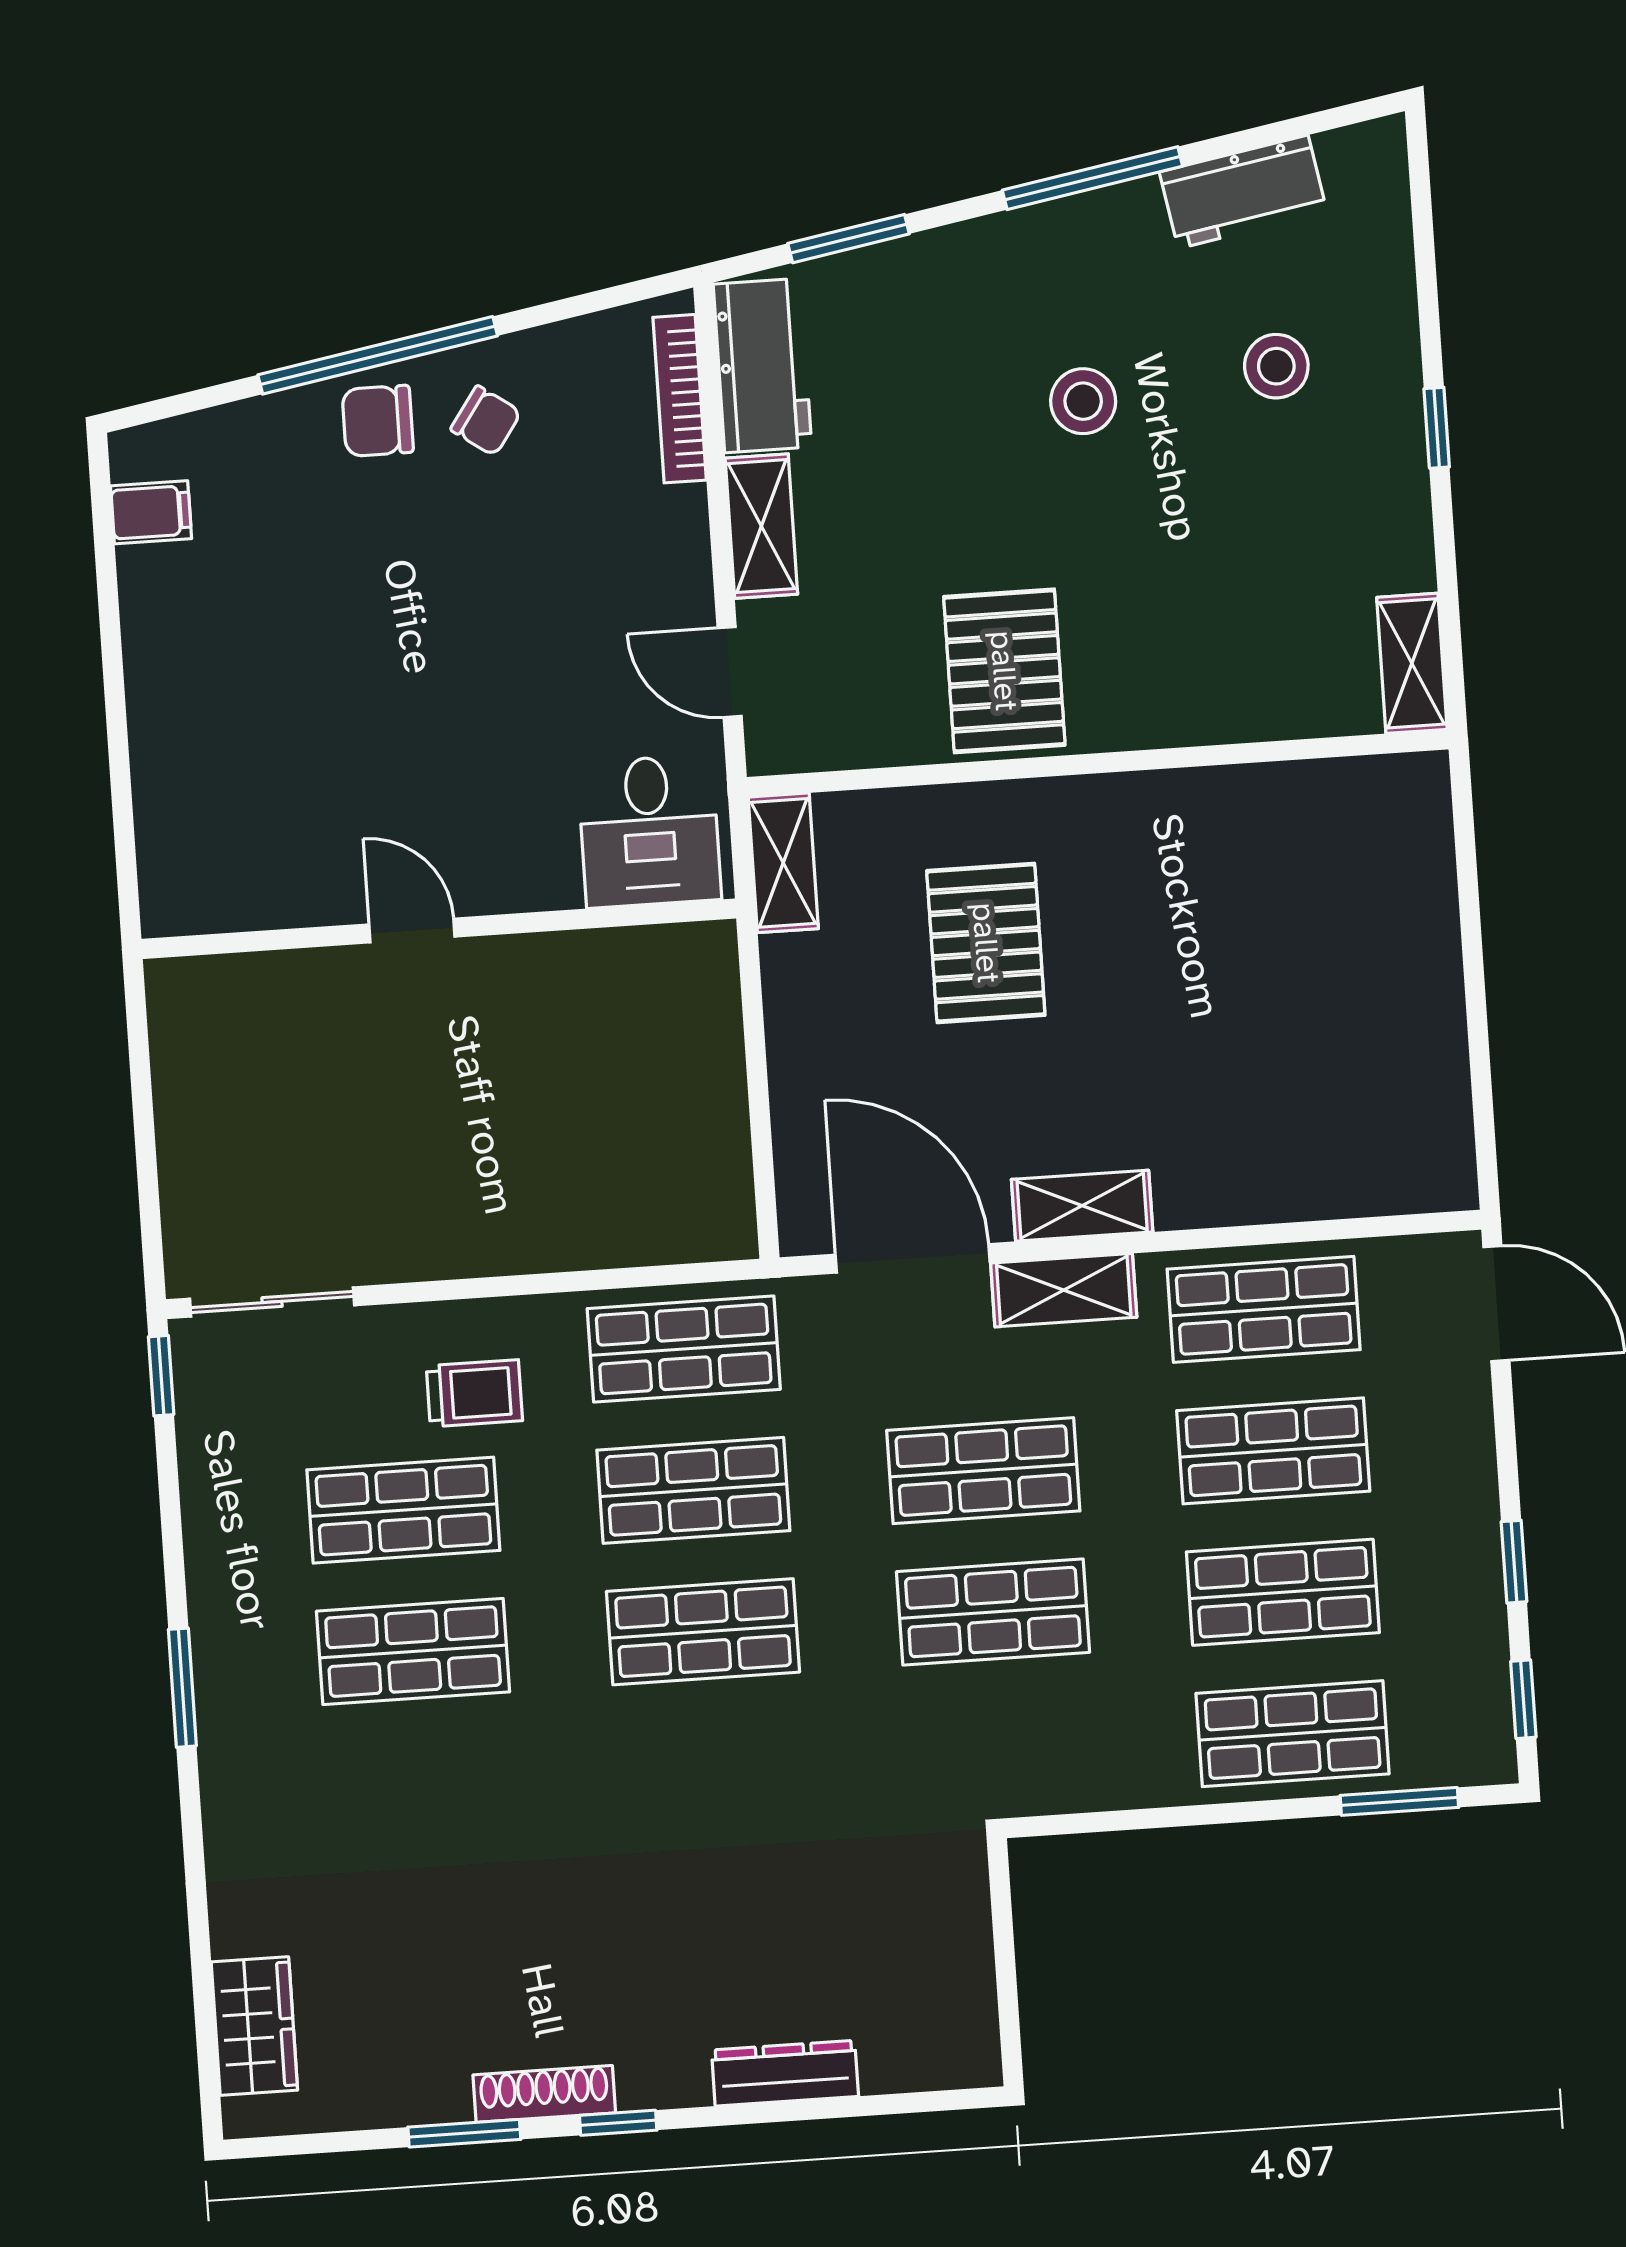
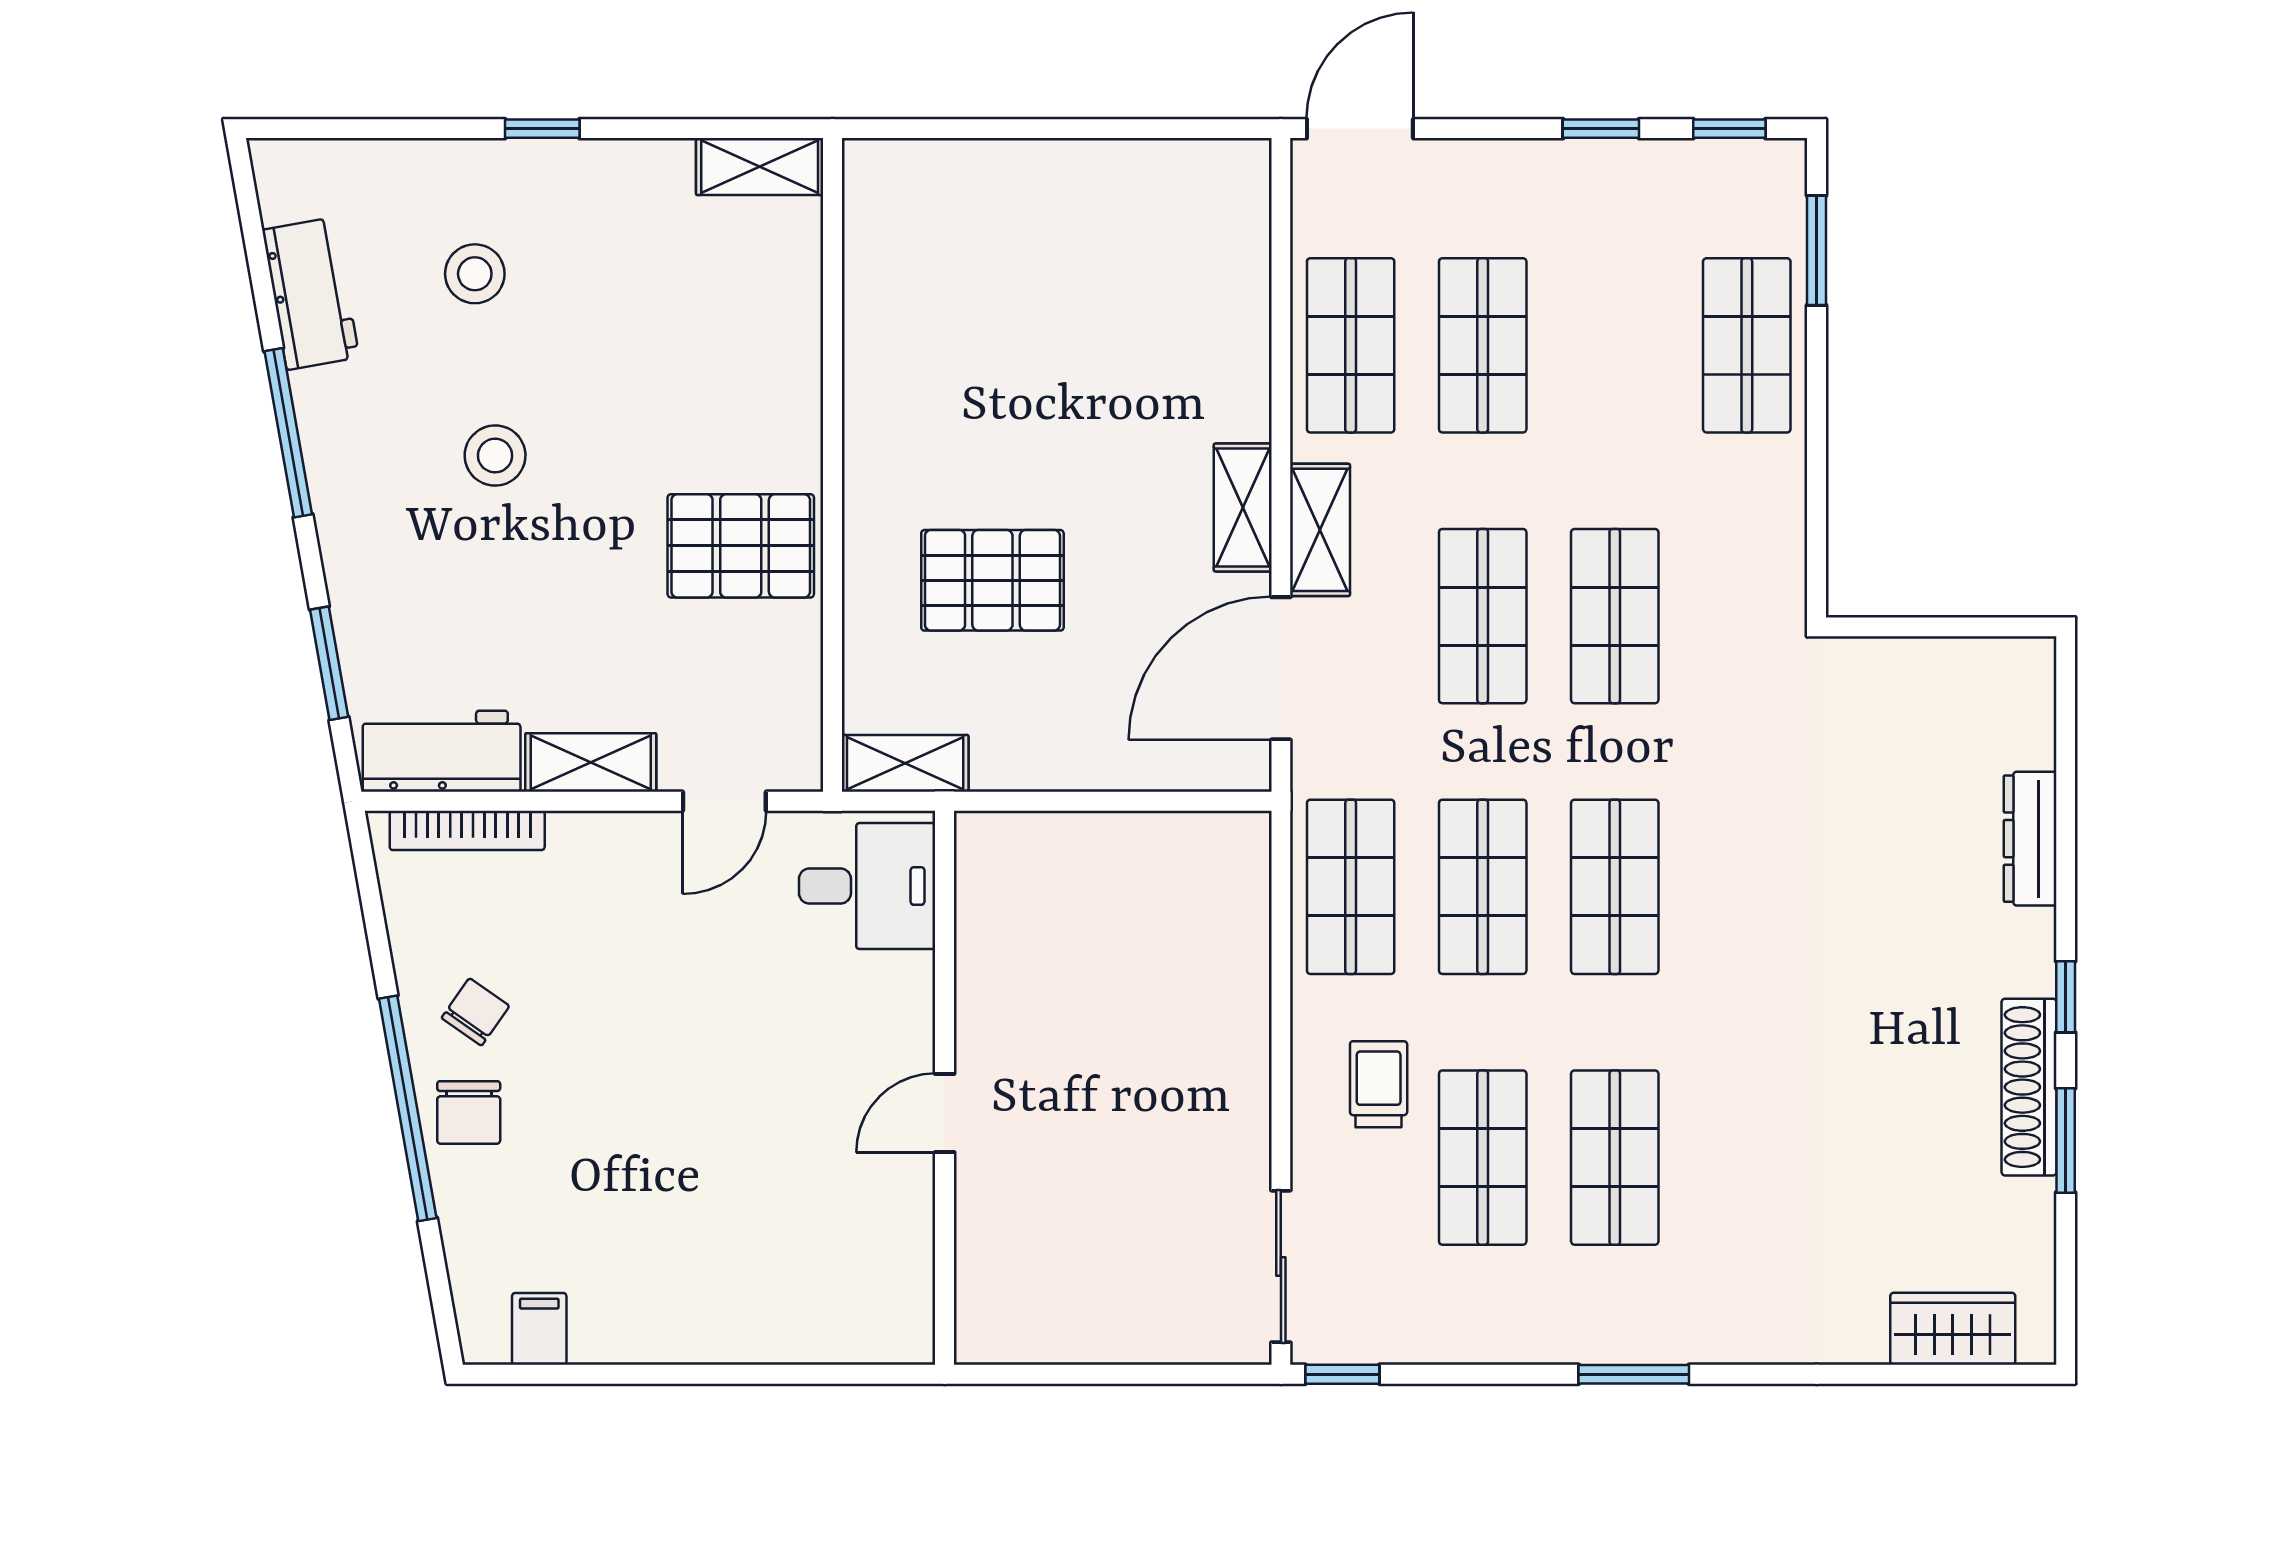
shop shelf: (1283, 1592) -> (1615, 345), removed
shoe rack: (544, 2094) -> (2029, 1087), width x1.36, depth x1.24

